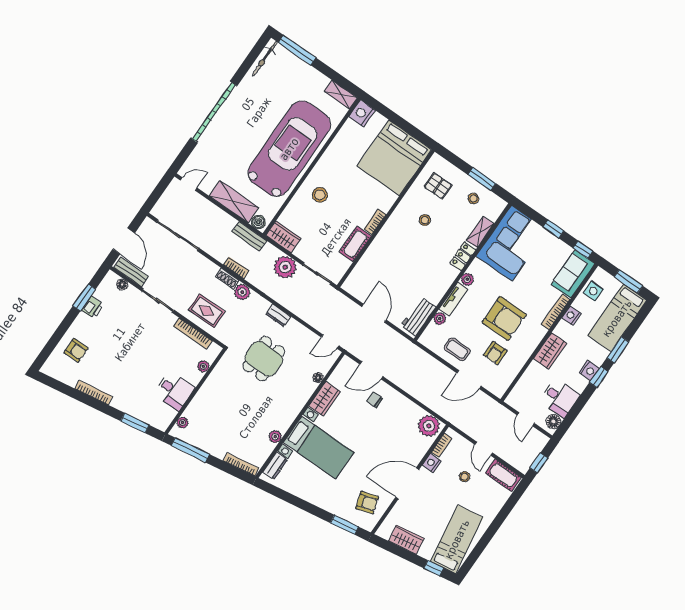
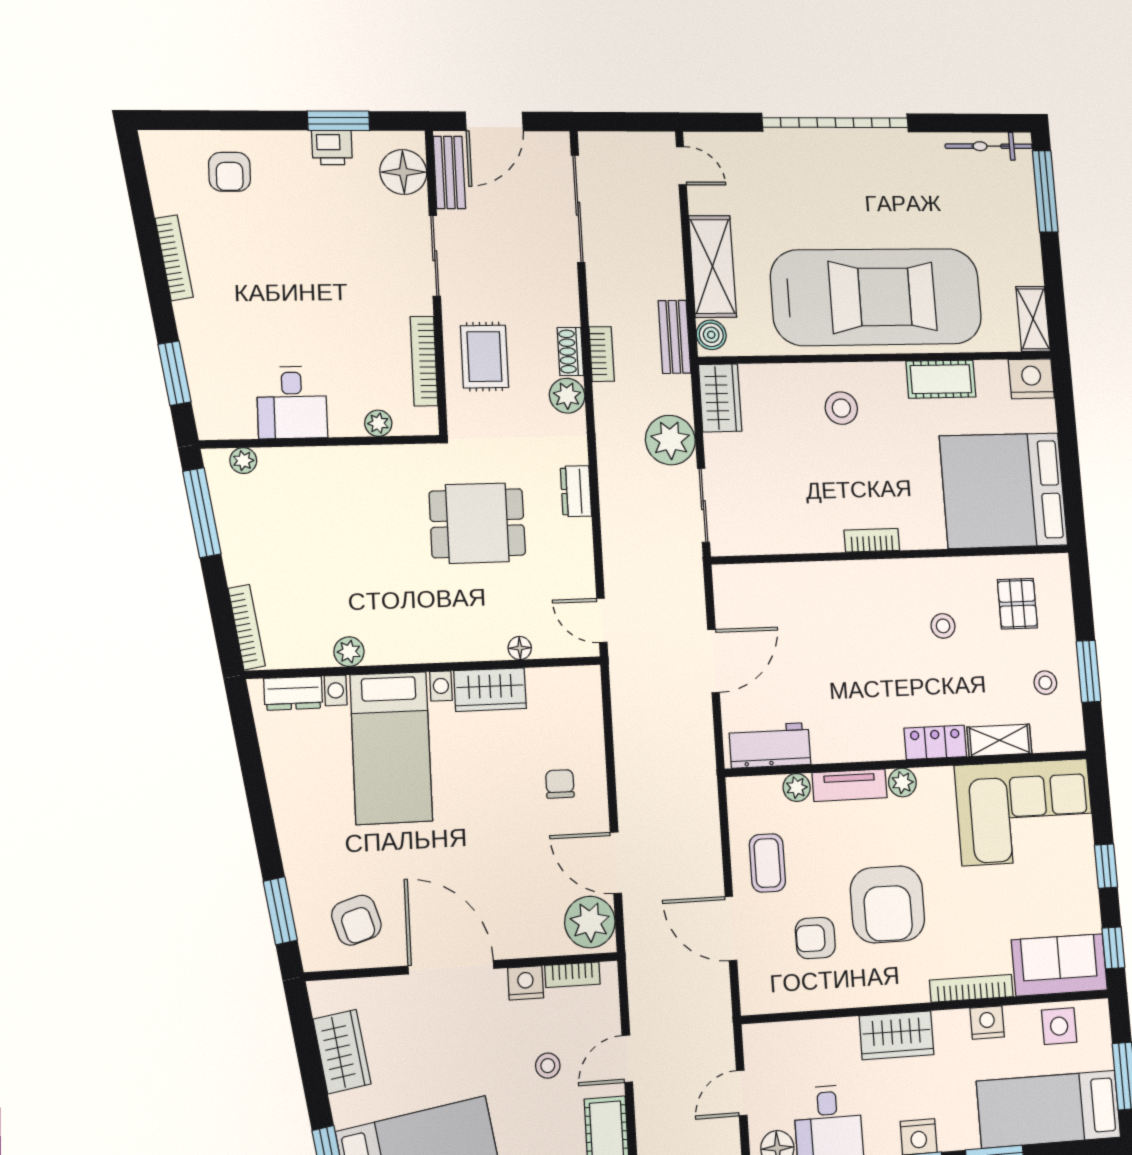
cot: (355, 244) -> (941, 379), moved
floor lamp: (122, 285) -> (403, 172), width x1.89, depth x1.89
door: (371, 370) -> (616, 863), moved

